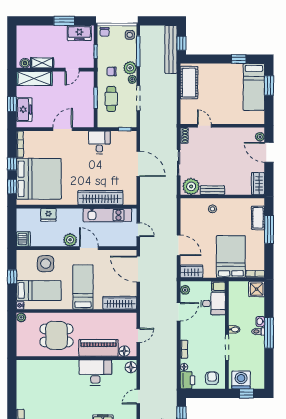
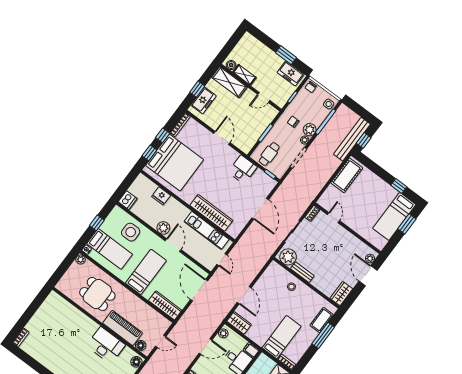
cafe table: (111, 99) -> (269, 154), moved
door: (63, 129) -> (222, 138), hinge flipped
bed: (231, 257) -> (282, 337), width x0.67

